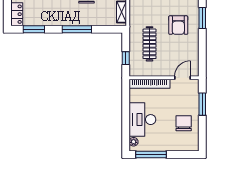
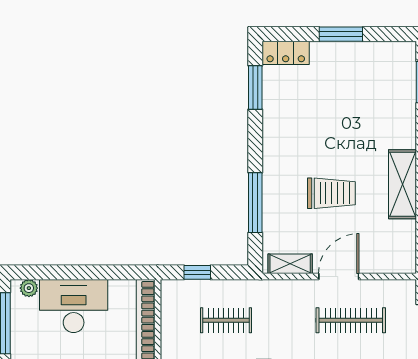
window: (77, 29) -> (255, 203), moved
clothes rail: (150, 44) -> (226, 320), width x0.73

